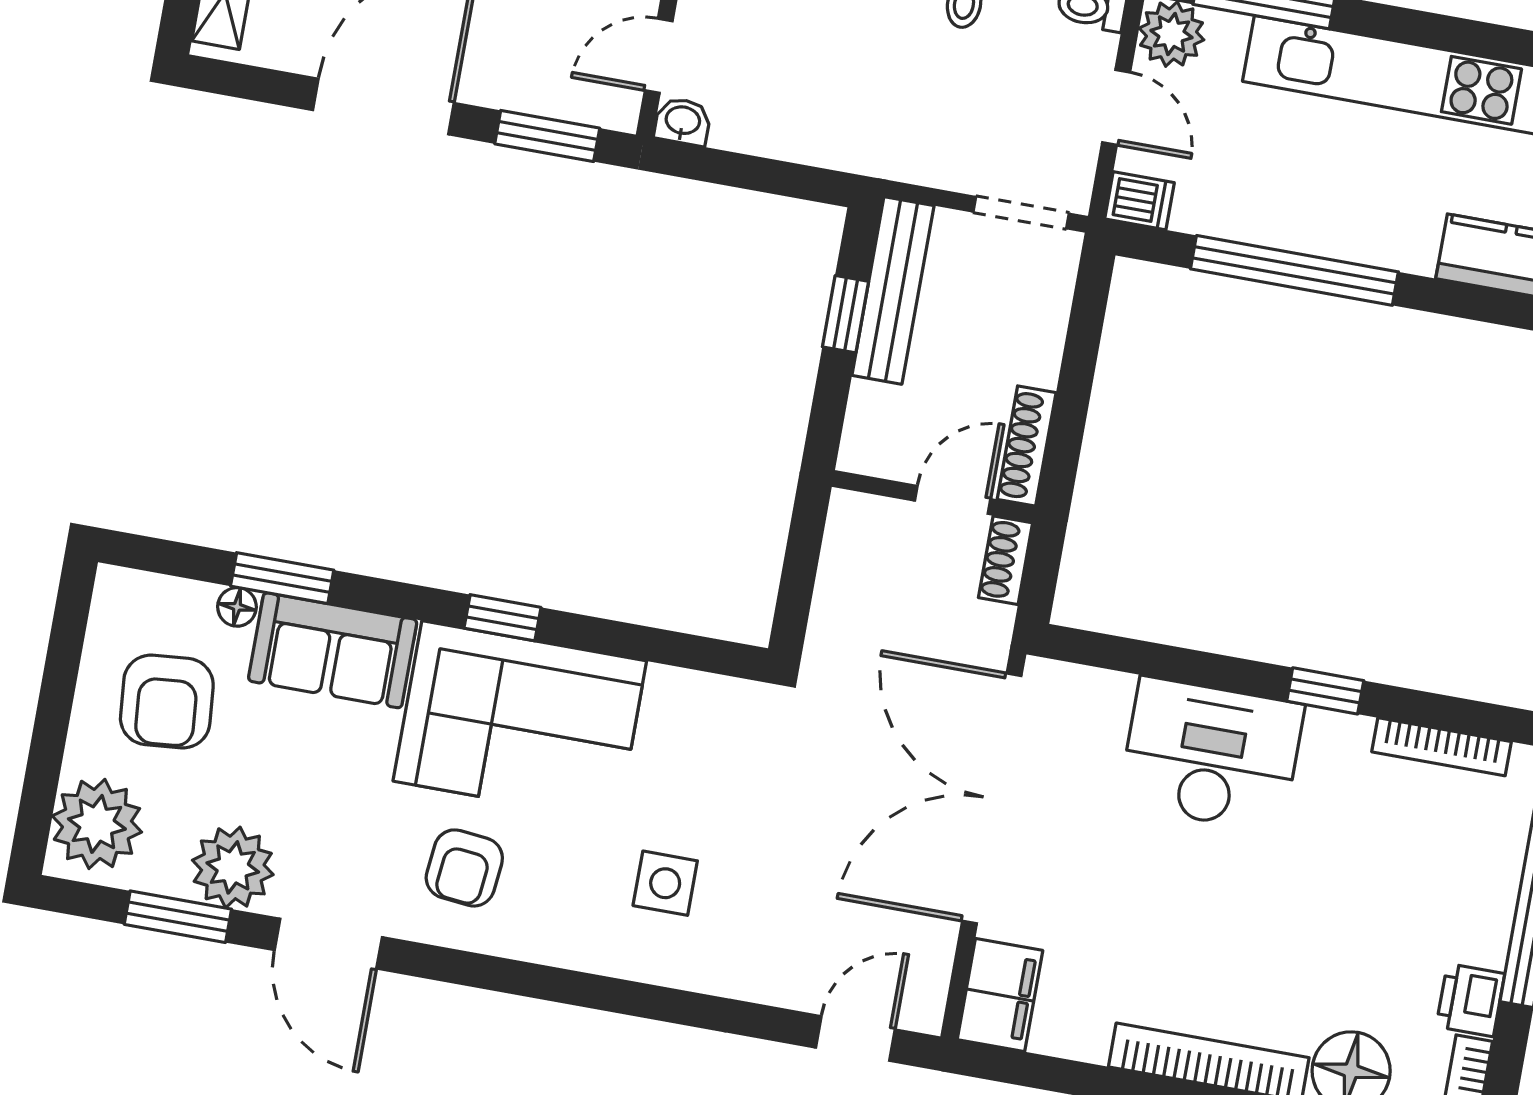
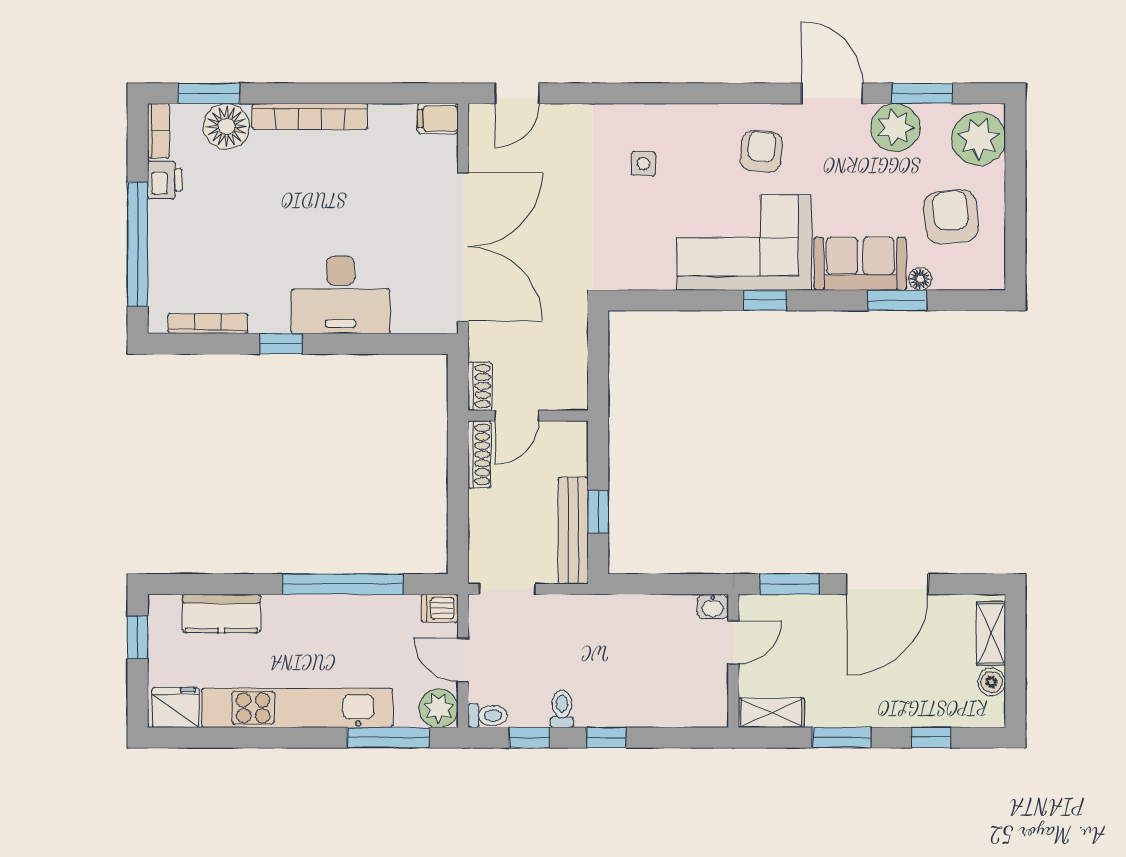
side table: (665, 883) -> (643, 164), width x0.73, depth x0.73
filing cabinet: (1000, 995) -> (438, 119), width x0.50

